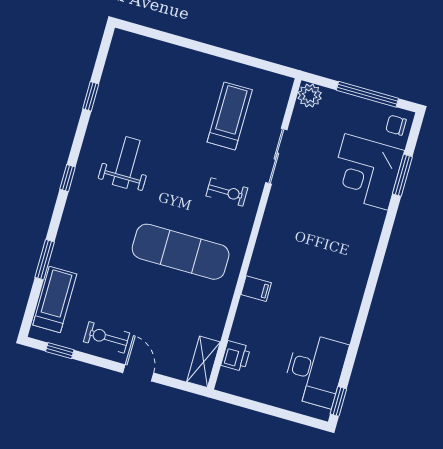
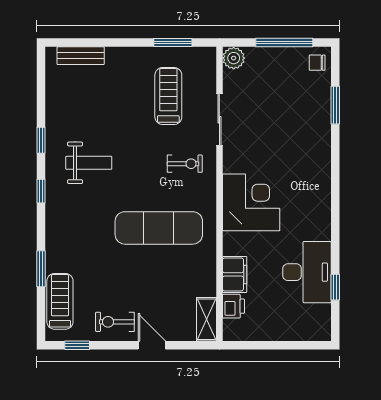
bench: (150, 47) -> (81, 56), added
window: (251, 61) -> (173, 42), added
window: (91, 96) -> (41, 140), moved
weight bench: (126, 162) -> (89, 163), turned 90
corner desk: (366, 172) -> (251, 202), moved, turned 180
filing cabinet: (256, 289) -> (235, 274), moved, width x2.00
desk: (315, 370) -> (307, 272), moved
window: (338, 401) -> (335, 287), moved

